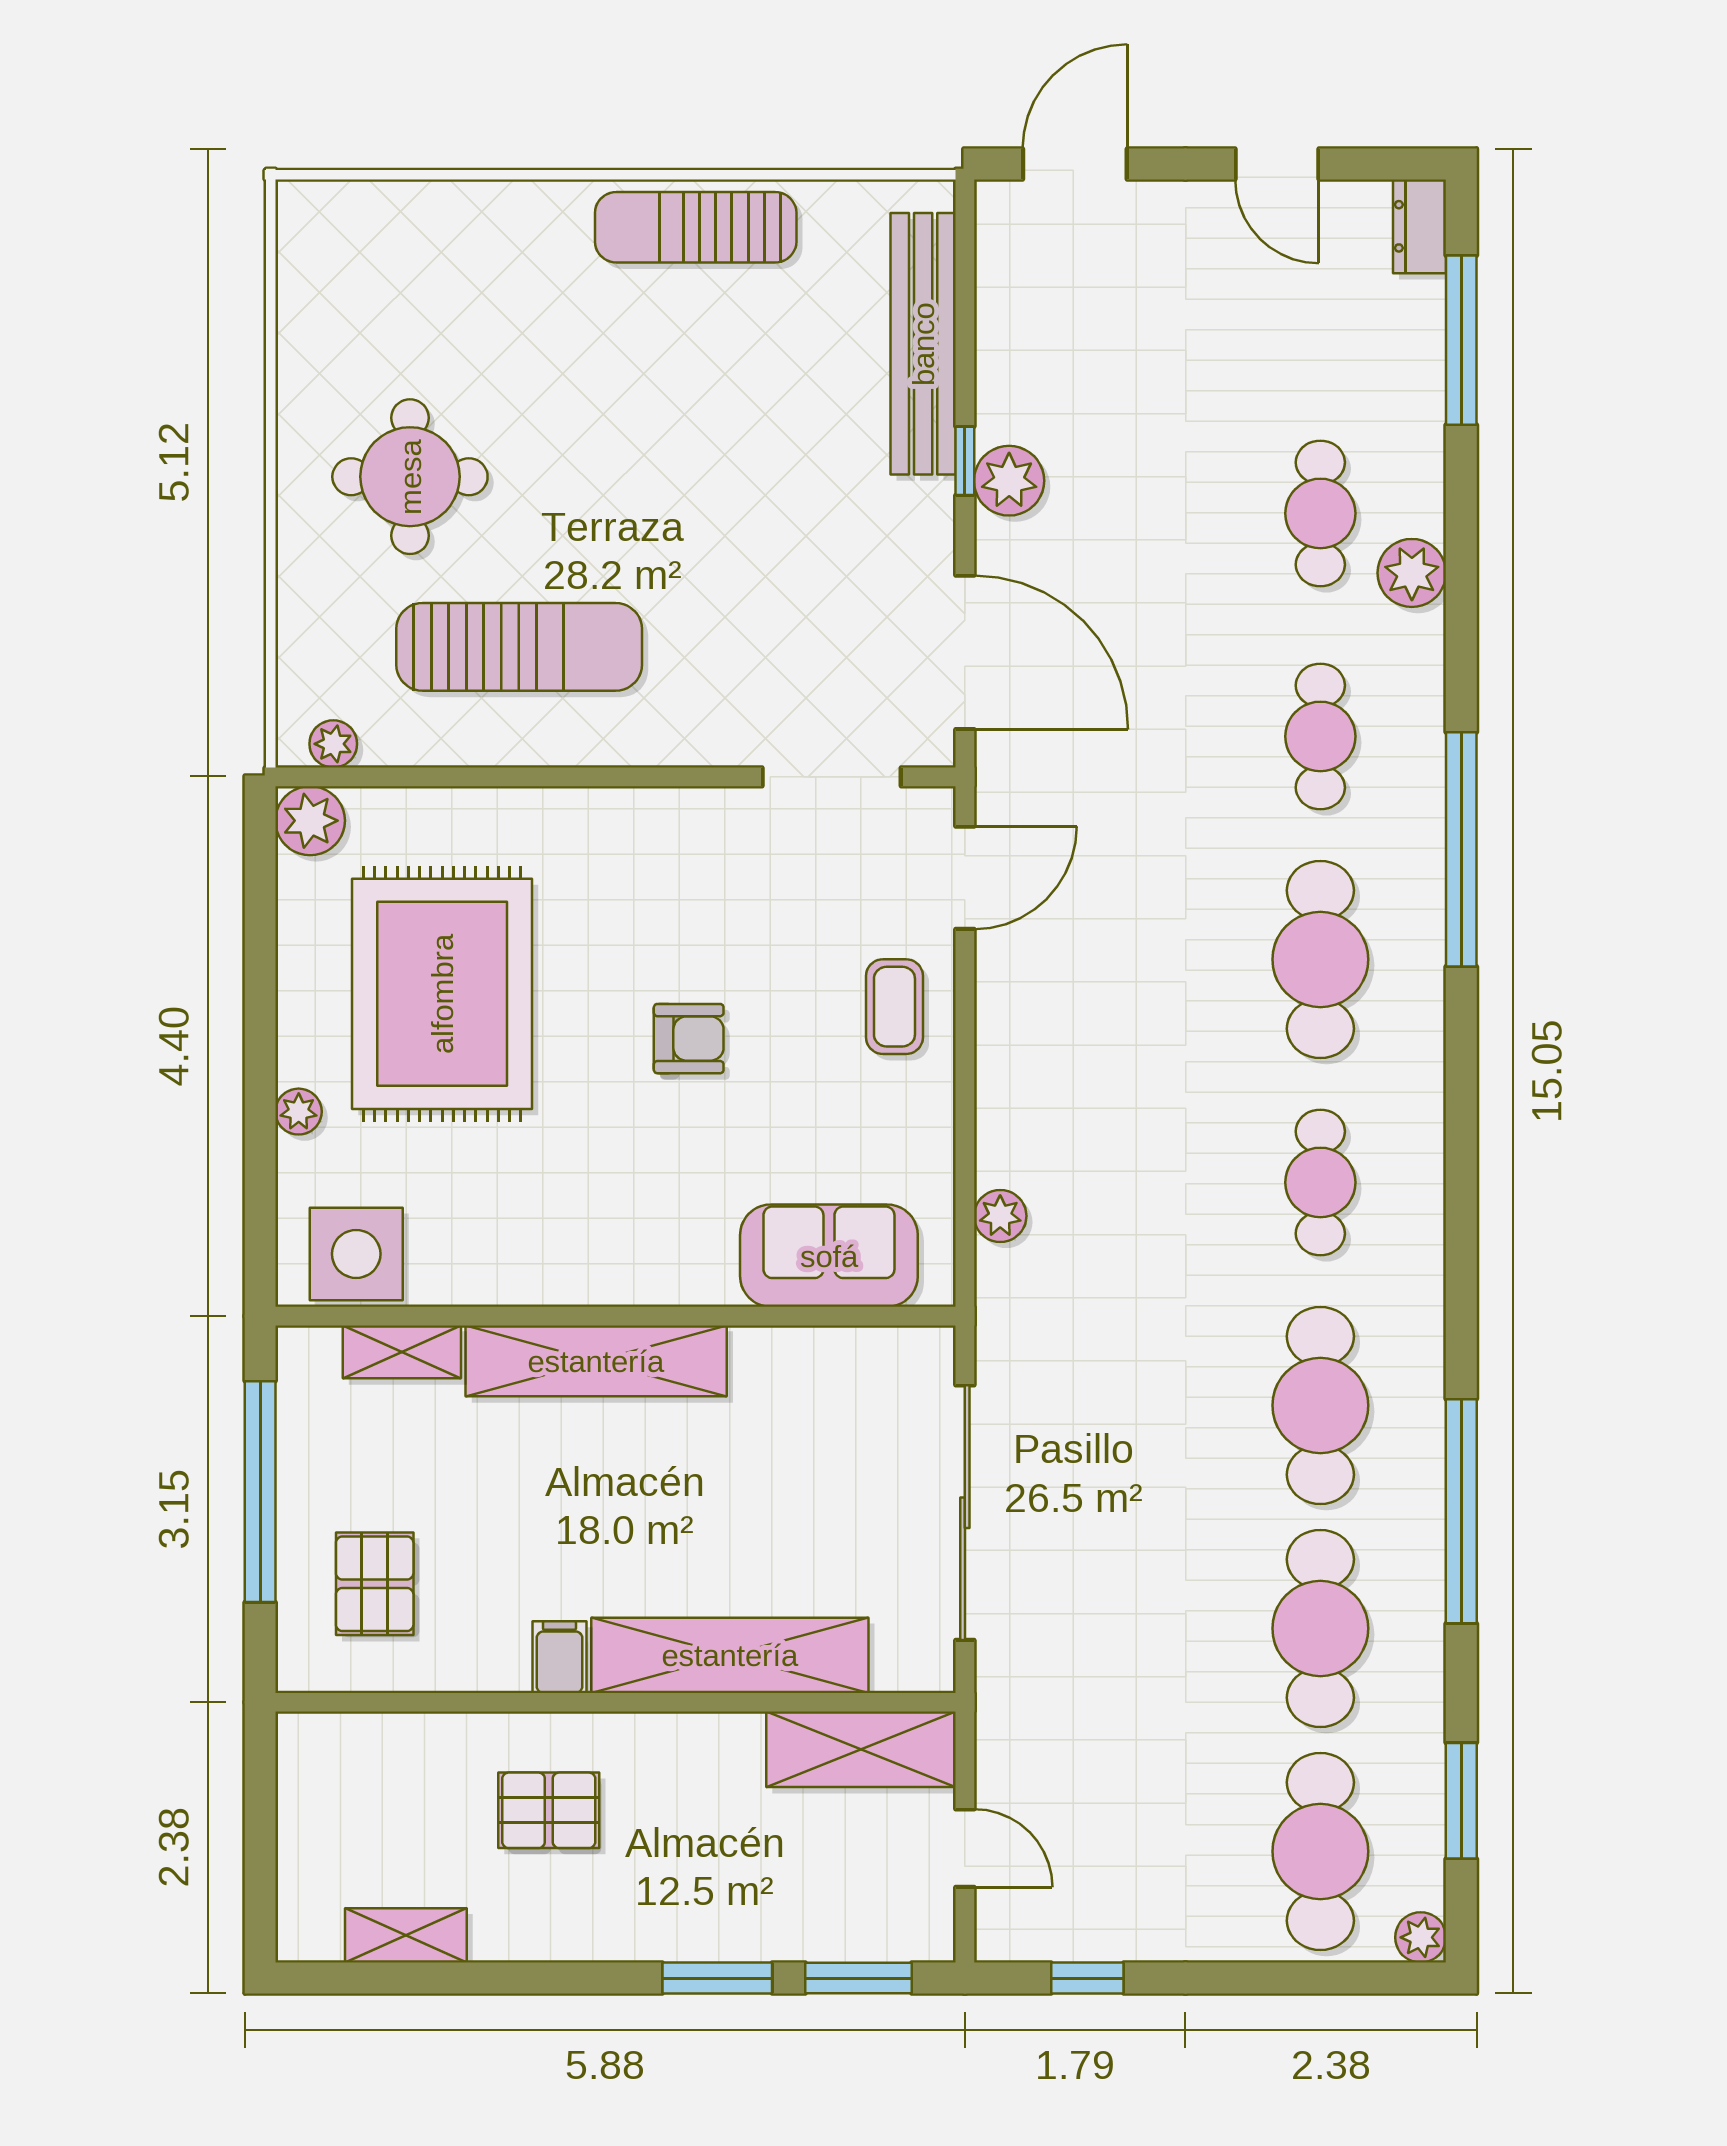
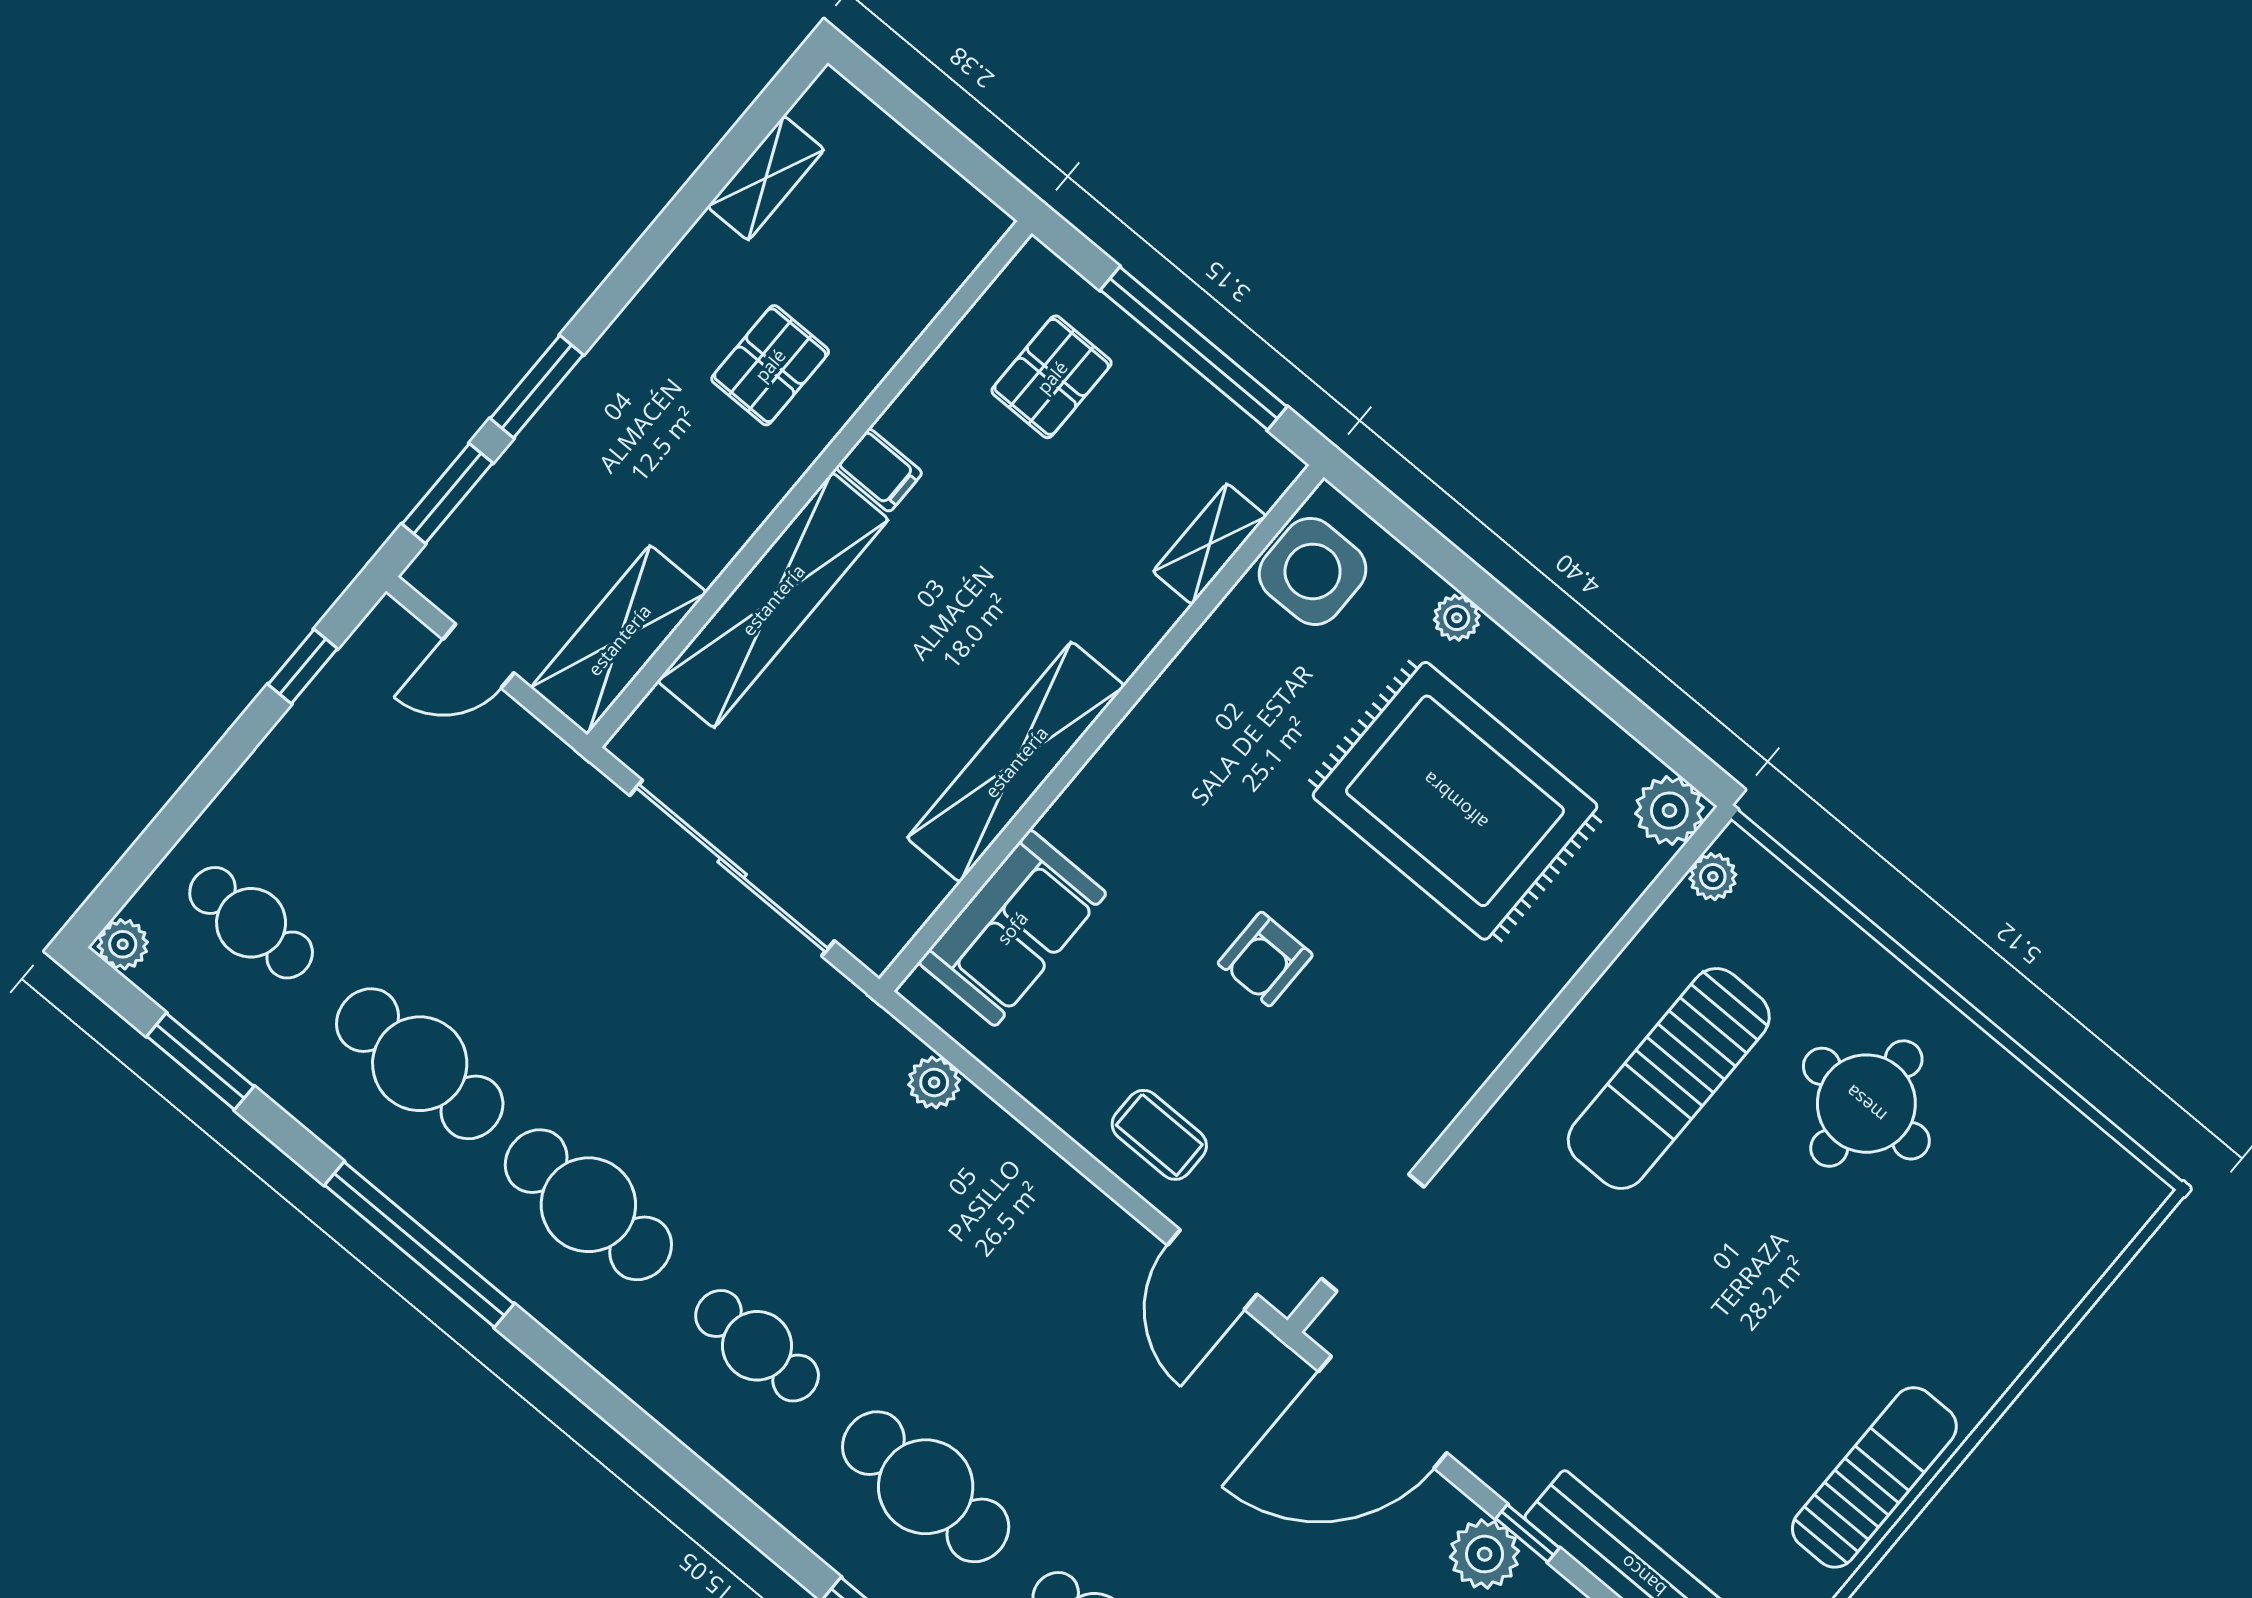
shelving: (596, 1361) -> (1016, 762), moved
pallet: (375, 1584) -> (1052, 377), turned 90
cafe table: (1320, 1851) -> (251, 923), width x0.73, depth x0.74

